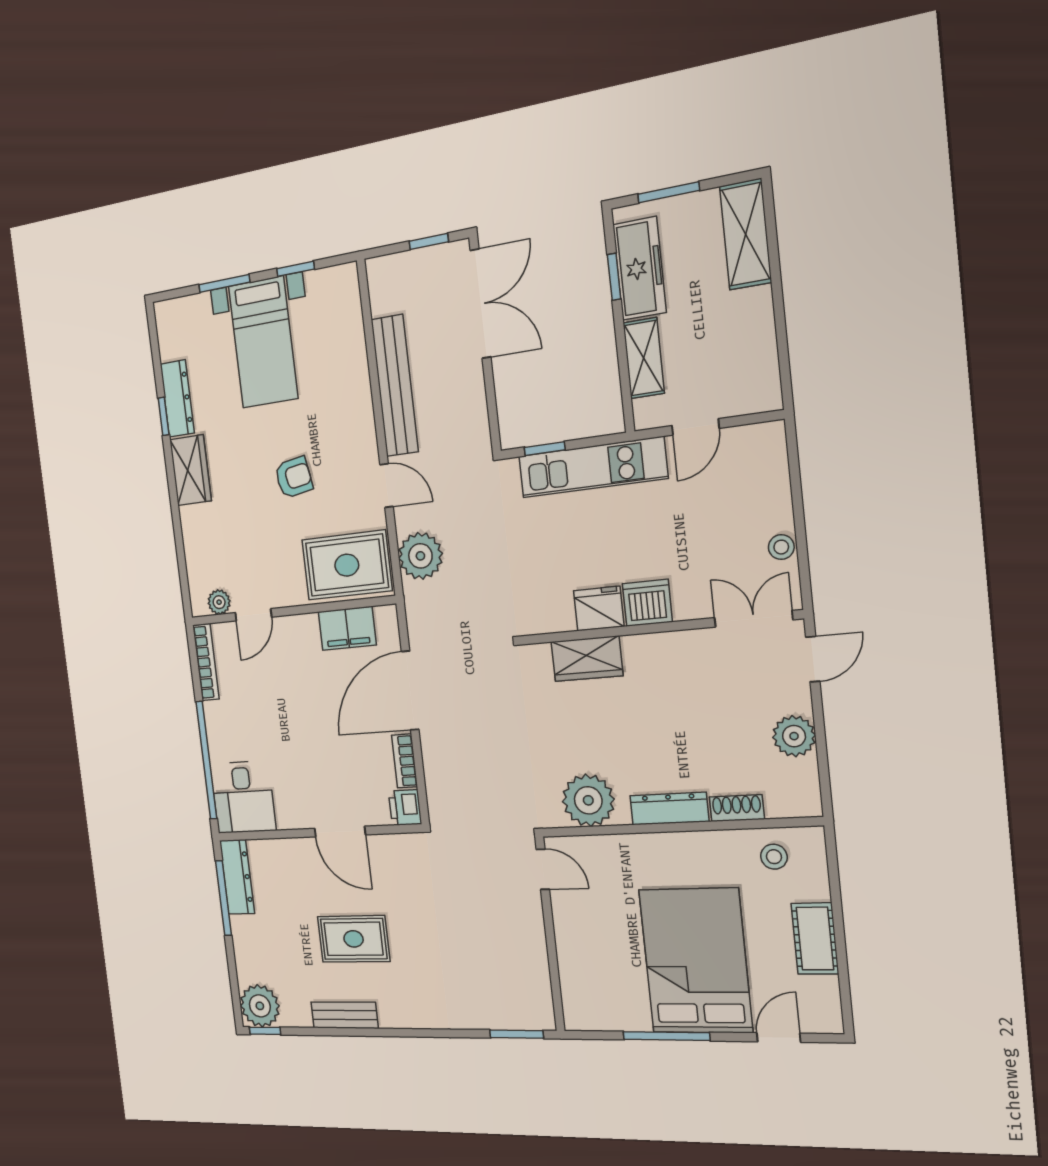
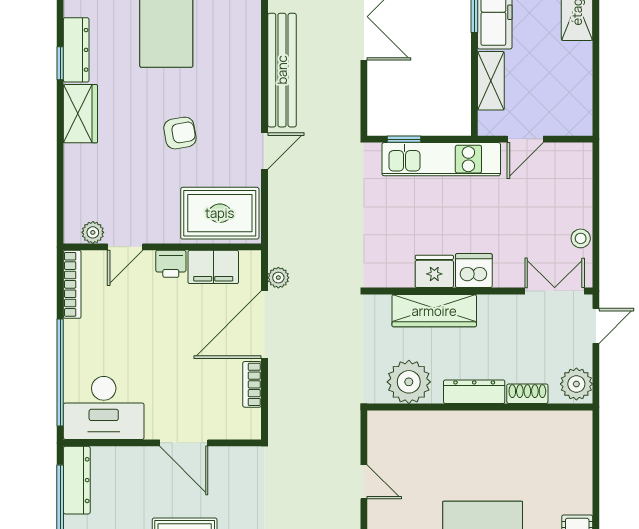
door: (387, 486) -> (264, 151), hinge flipped
plant: (420, 556) -> (278, 278), moved, width x0.53, depth x0.53
wardrobe: (587, 659) -> (434, 311), width x1.50
desk: (243, 797) -> (104, 408), width x1.37
plant: (588, 800) -> (409, 382), moved
printer: (405, 808) -> (171, 264), moved, turned -90
shoe rack: (737, 808) -> (527, 394), moved
dresser: (669, 809) -> (474, 392), moved
wall: (678, 827) -> (480, 407), moved
stool: (774, 857) -> (552, 478), removed

